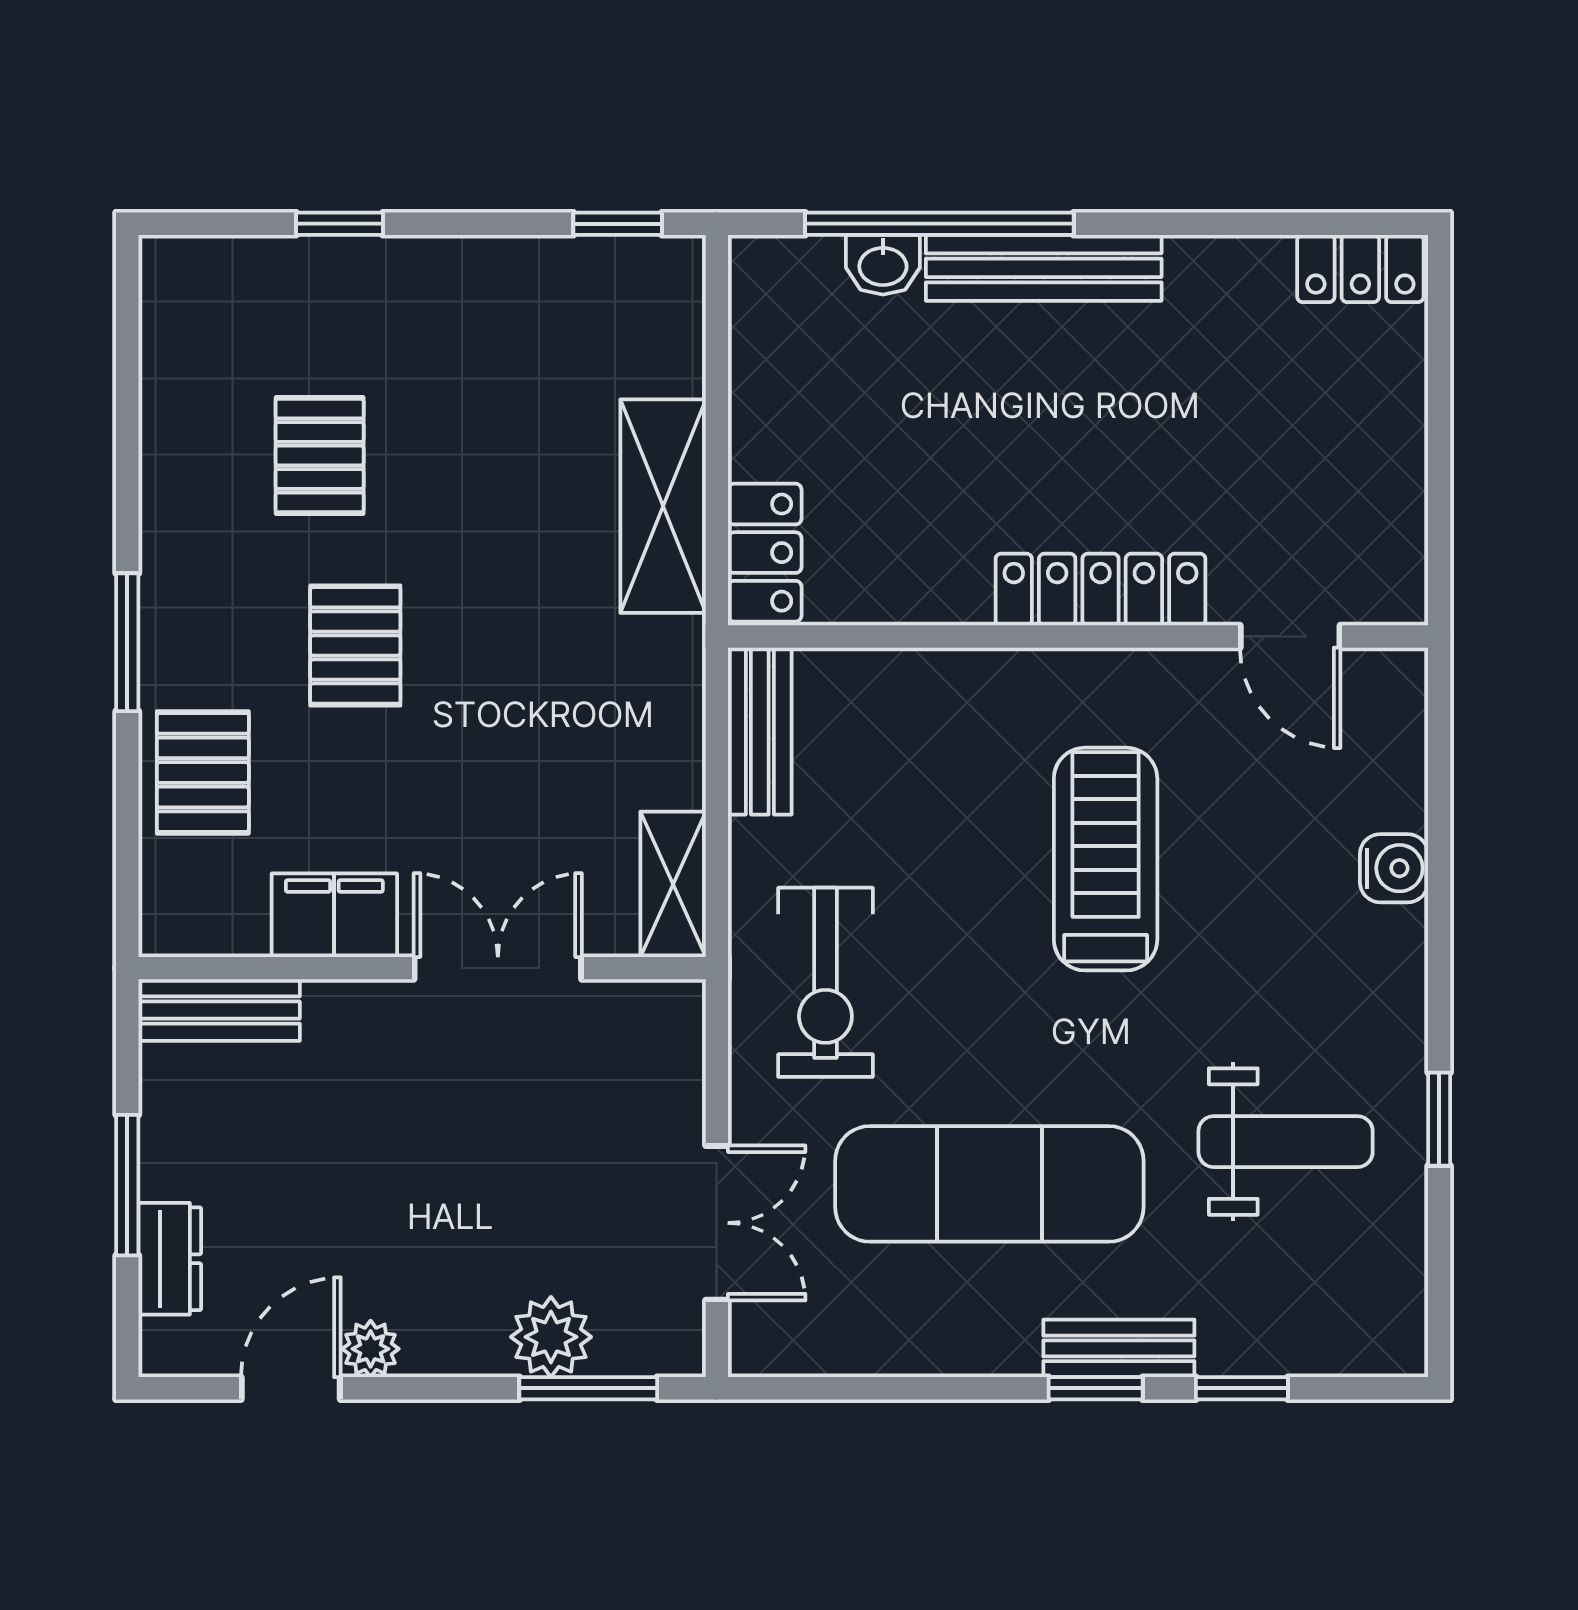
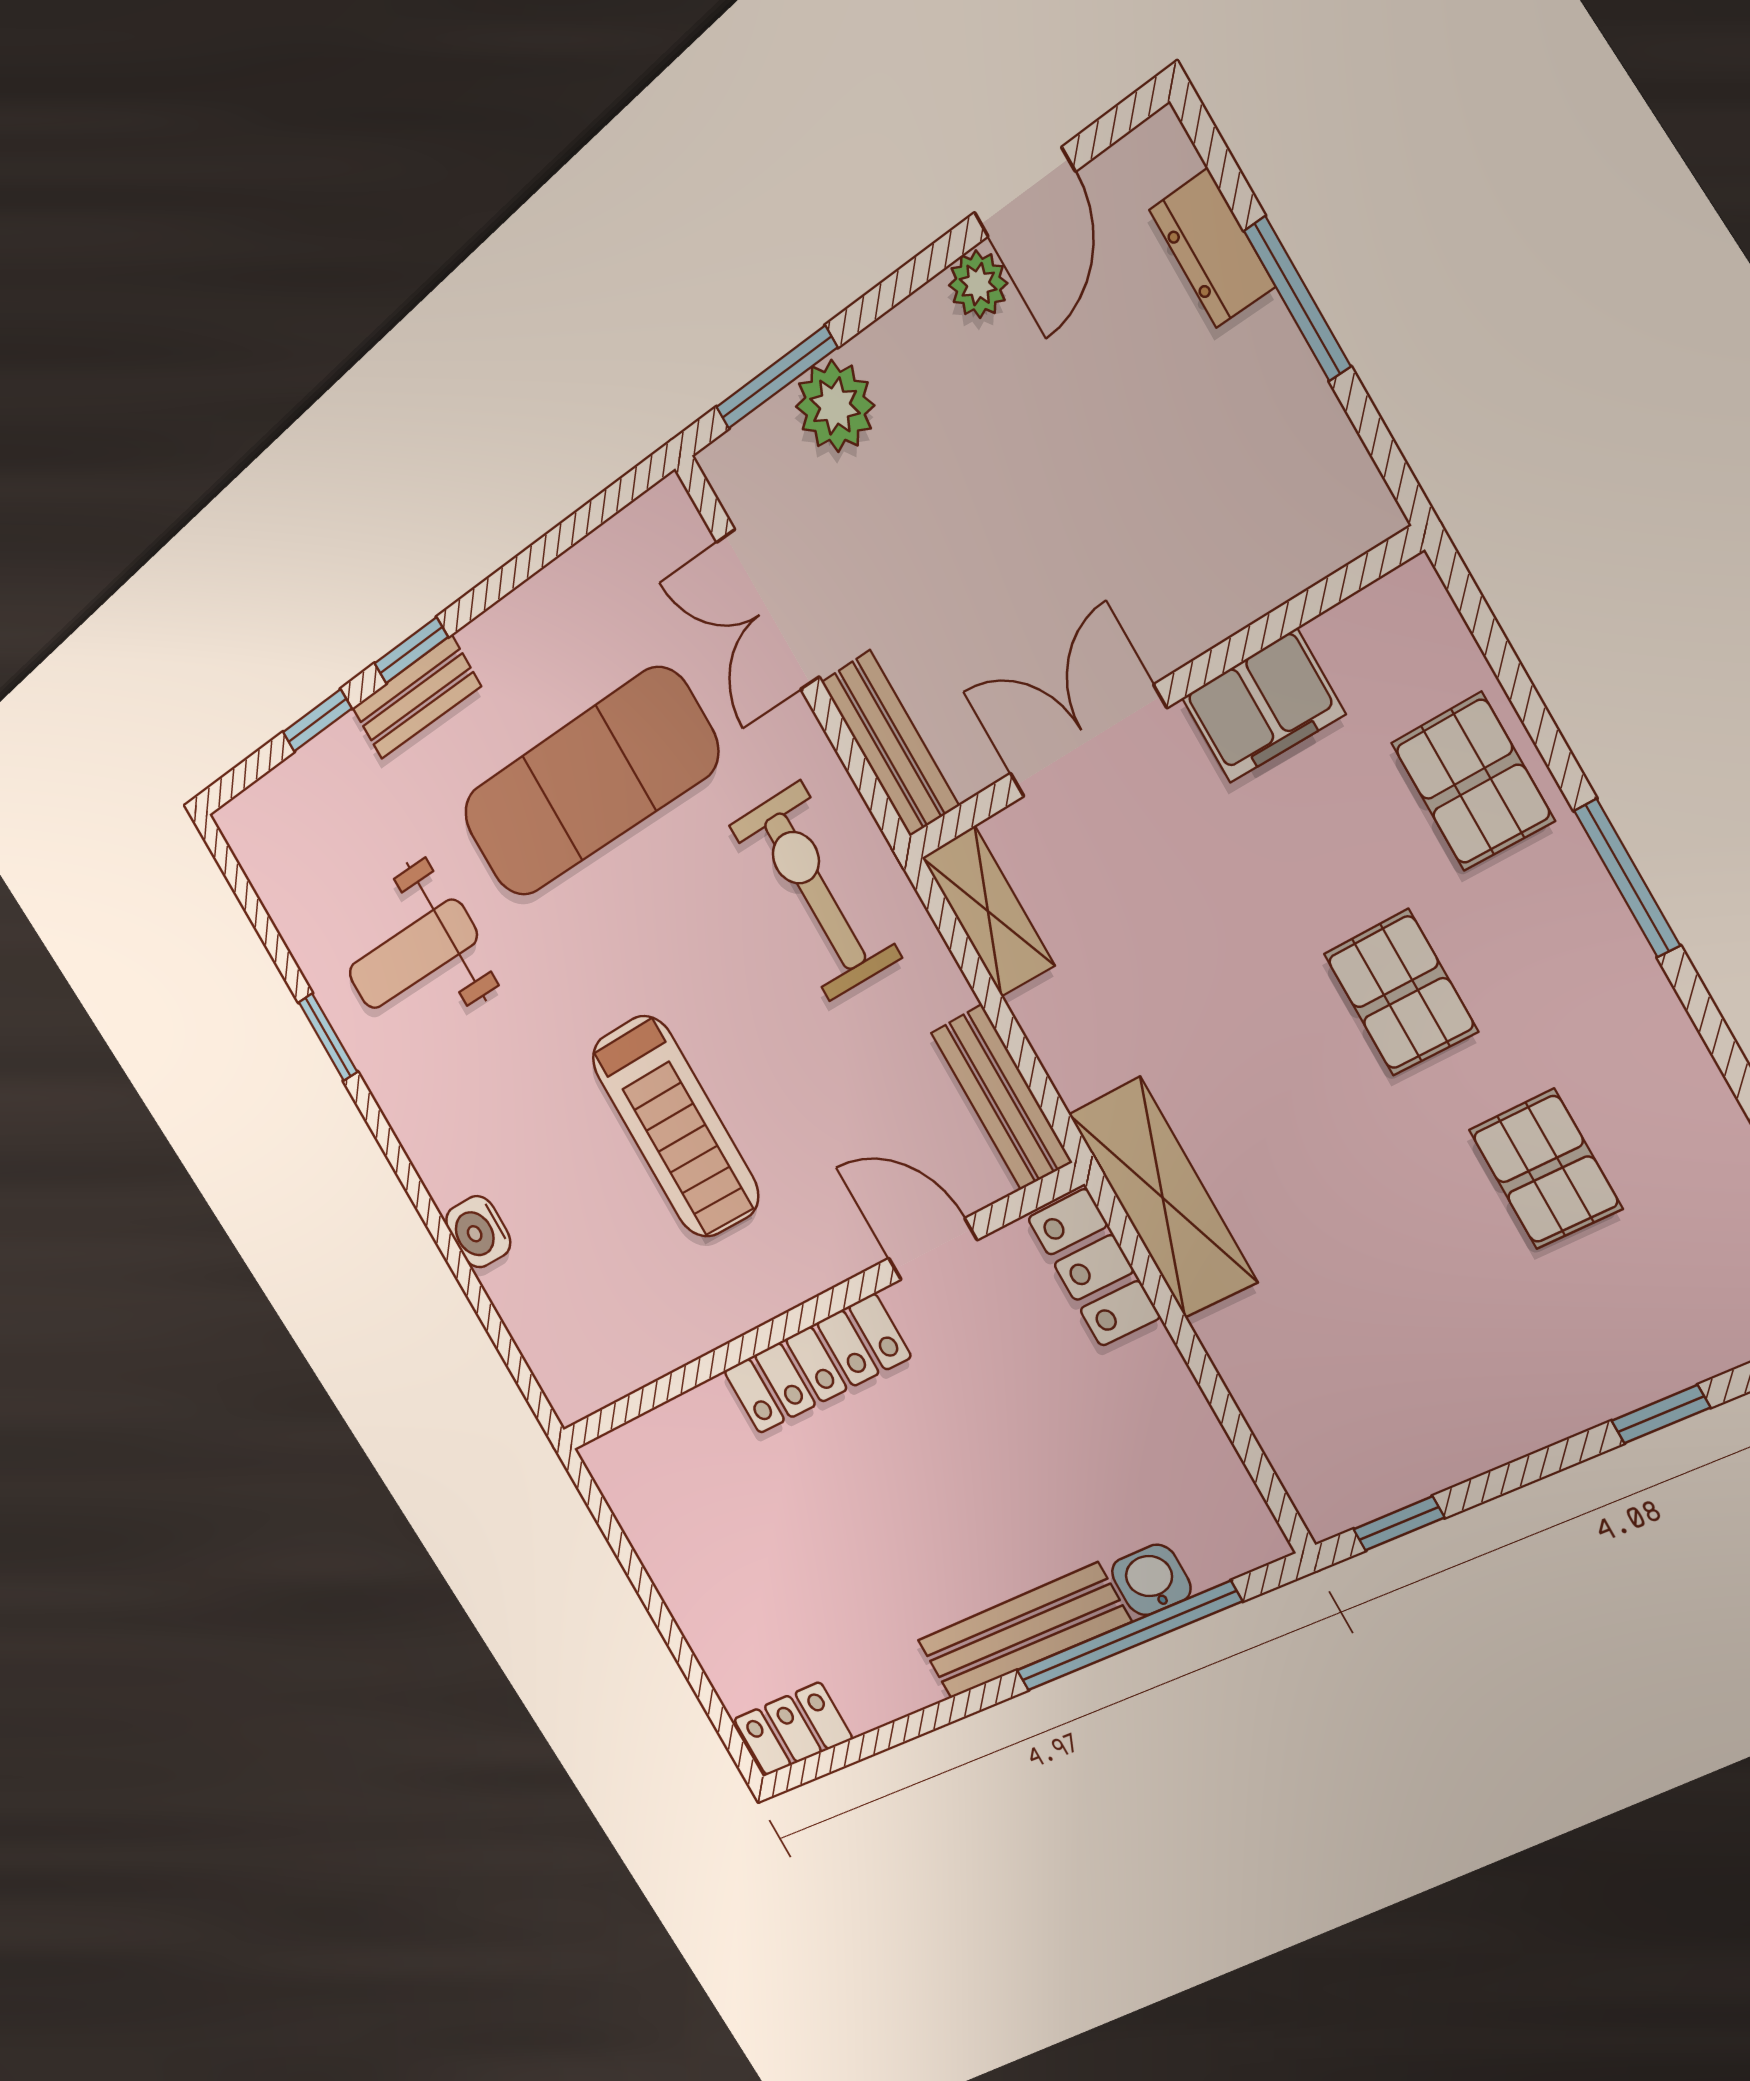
shelving: (663, 506) -> (1163, 1198), moved
door: (1290, 636) -> (933, 1249), moved
double door: (498, 968) -> (1088, 741), swing flipped
bench: (219, 1010) -> (890, 744), moved, turned 90

